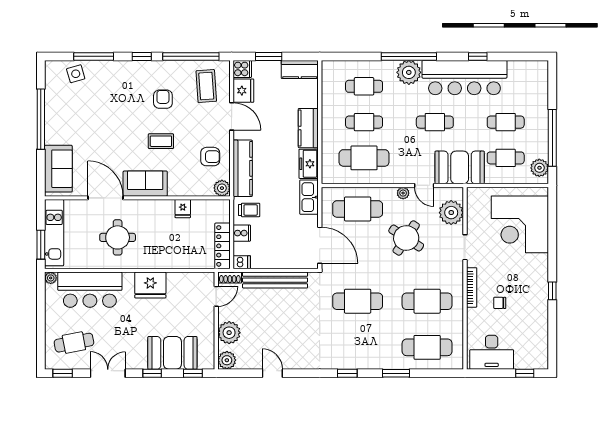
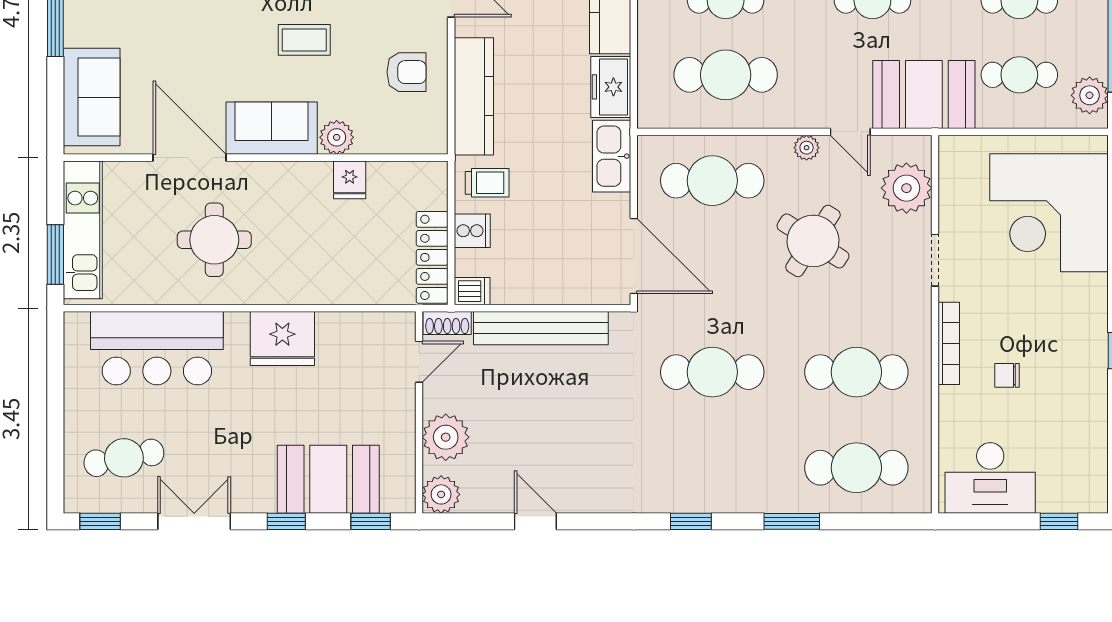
plant: (222, 188) -> (337, 137), moved
plant: (51, 278) -> (76, 324), removed

